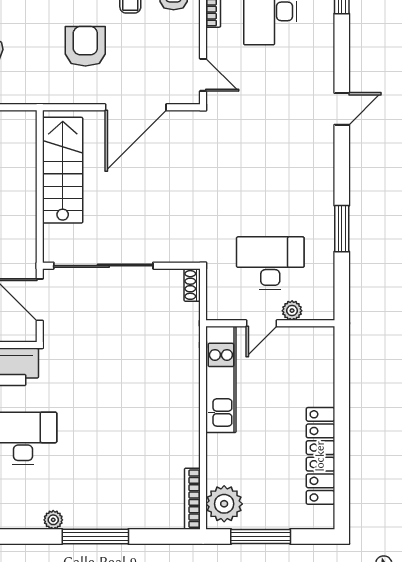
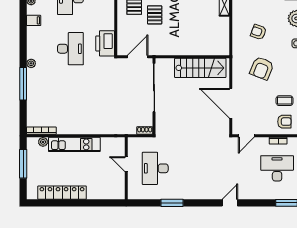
armchair: (85, 46) -> (262, 68), moved, turned 112
door: (342, 109) -> (230, 203), swing flipped
desk: (270, 263) -> (155, 168), turned 180
plant: (292, 311) -> (132, 179), removed
kitchen unit: (221, 379) -> (74, 144), moved
plant: (224, 504) -> (43, 142), width x0.53, depth x0.53

